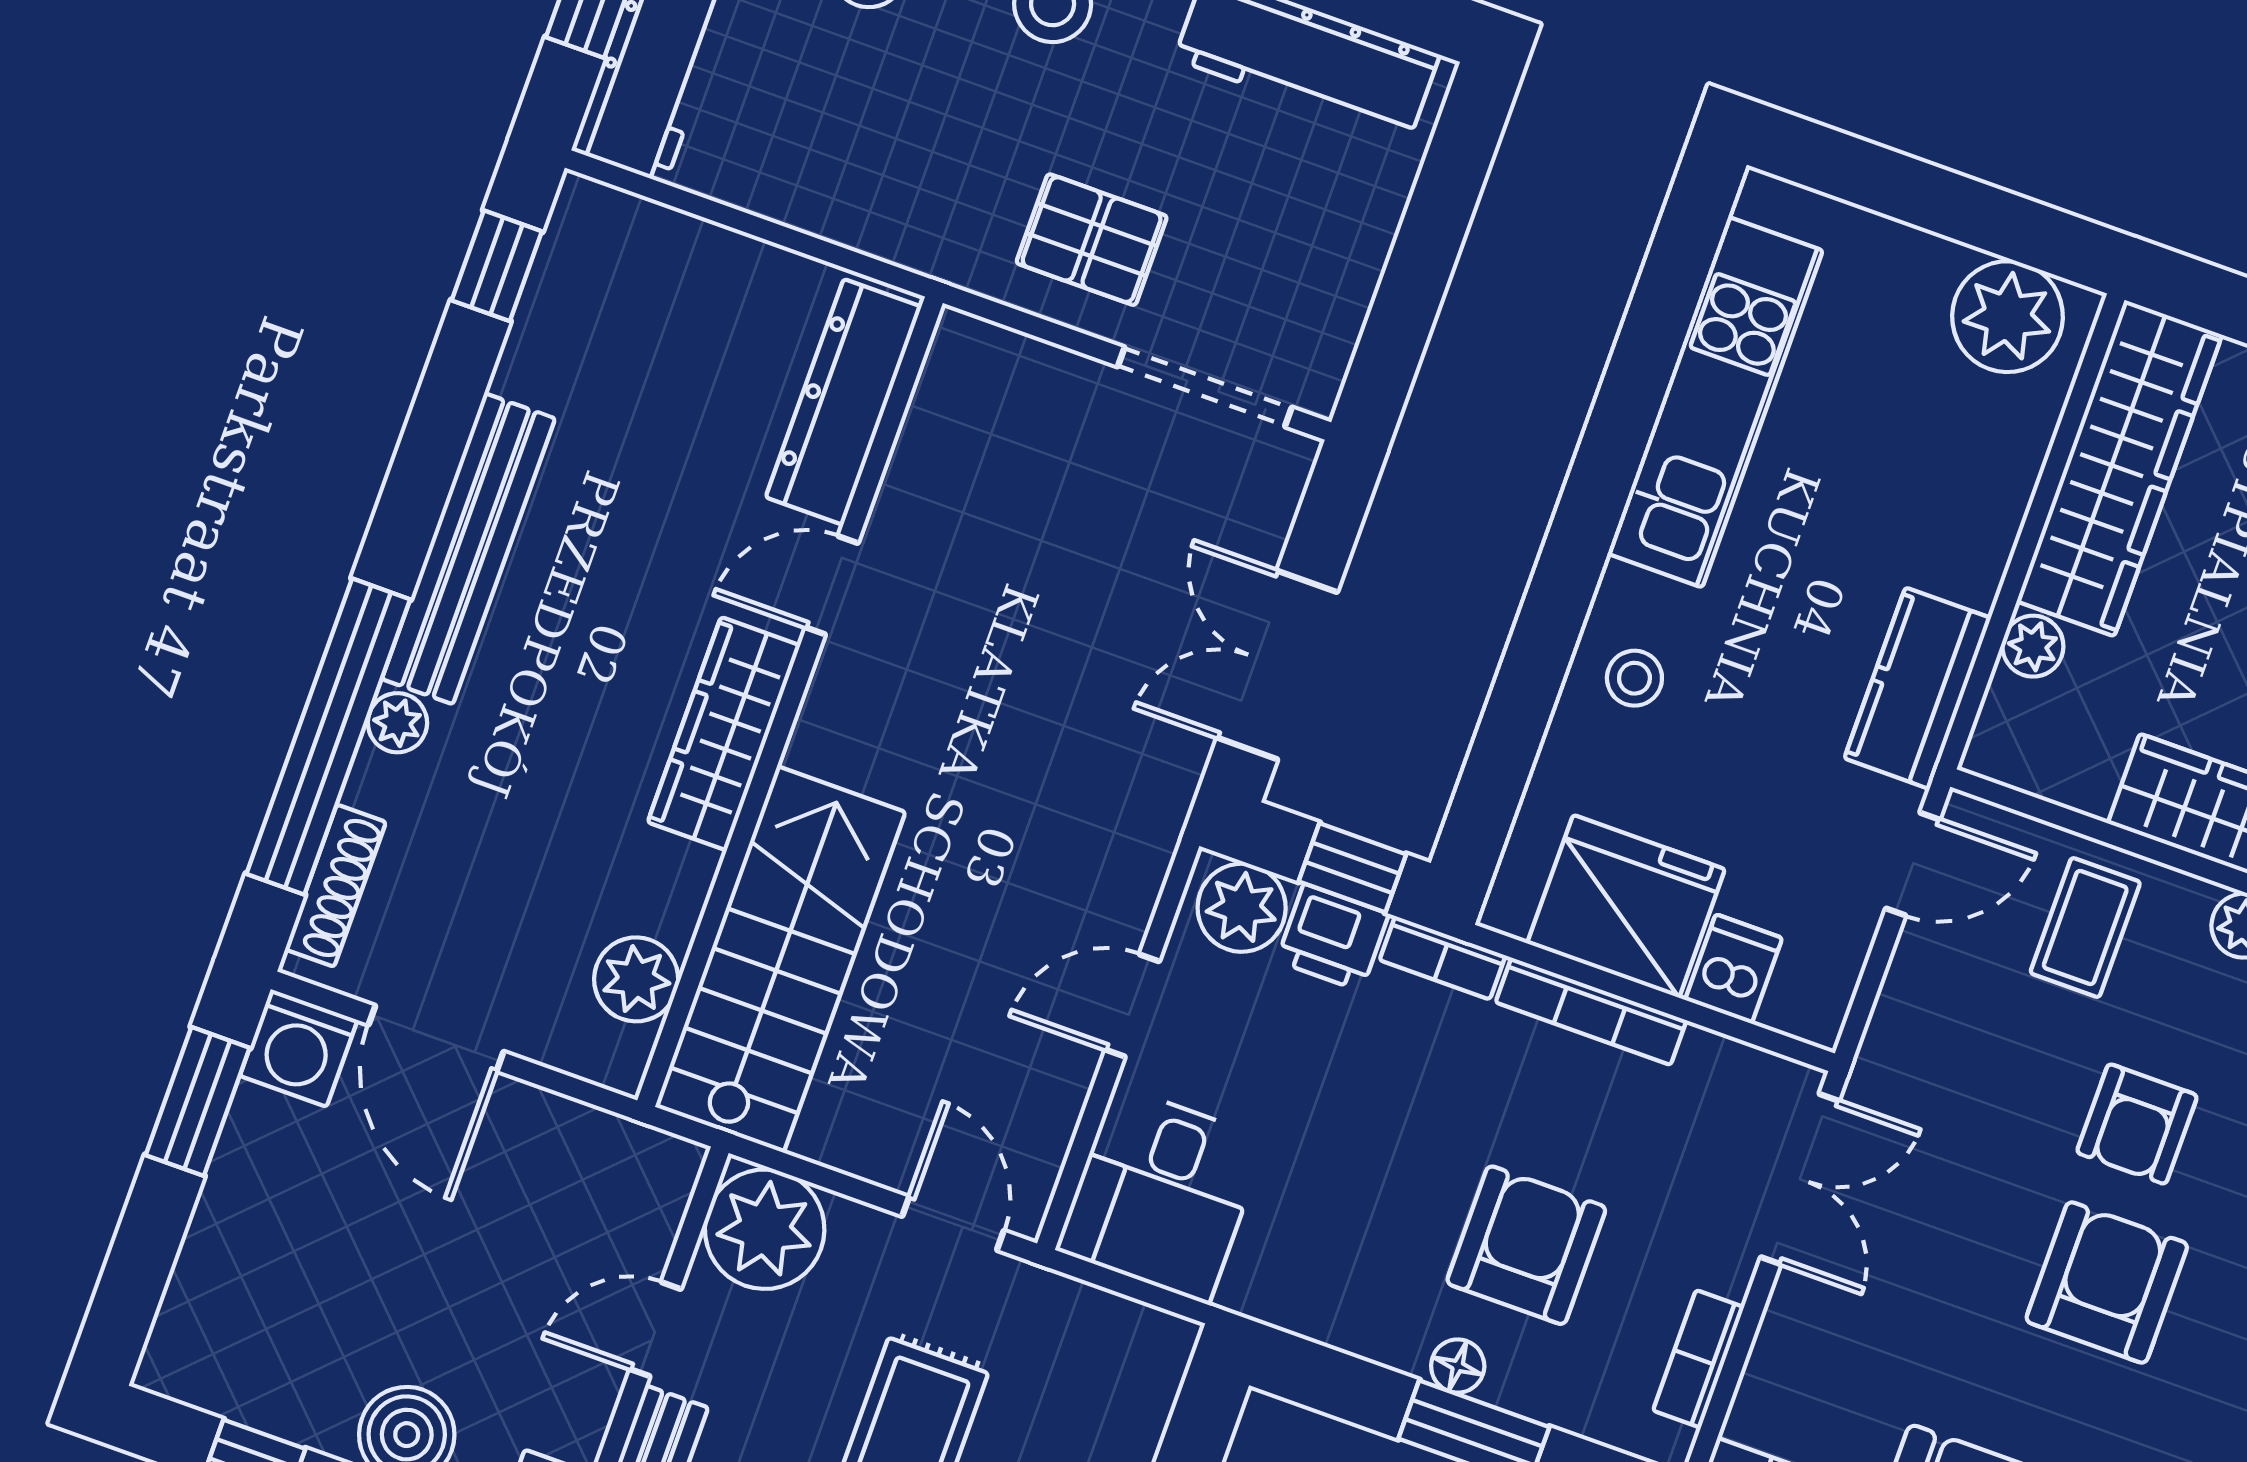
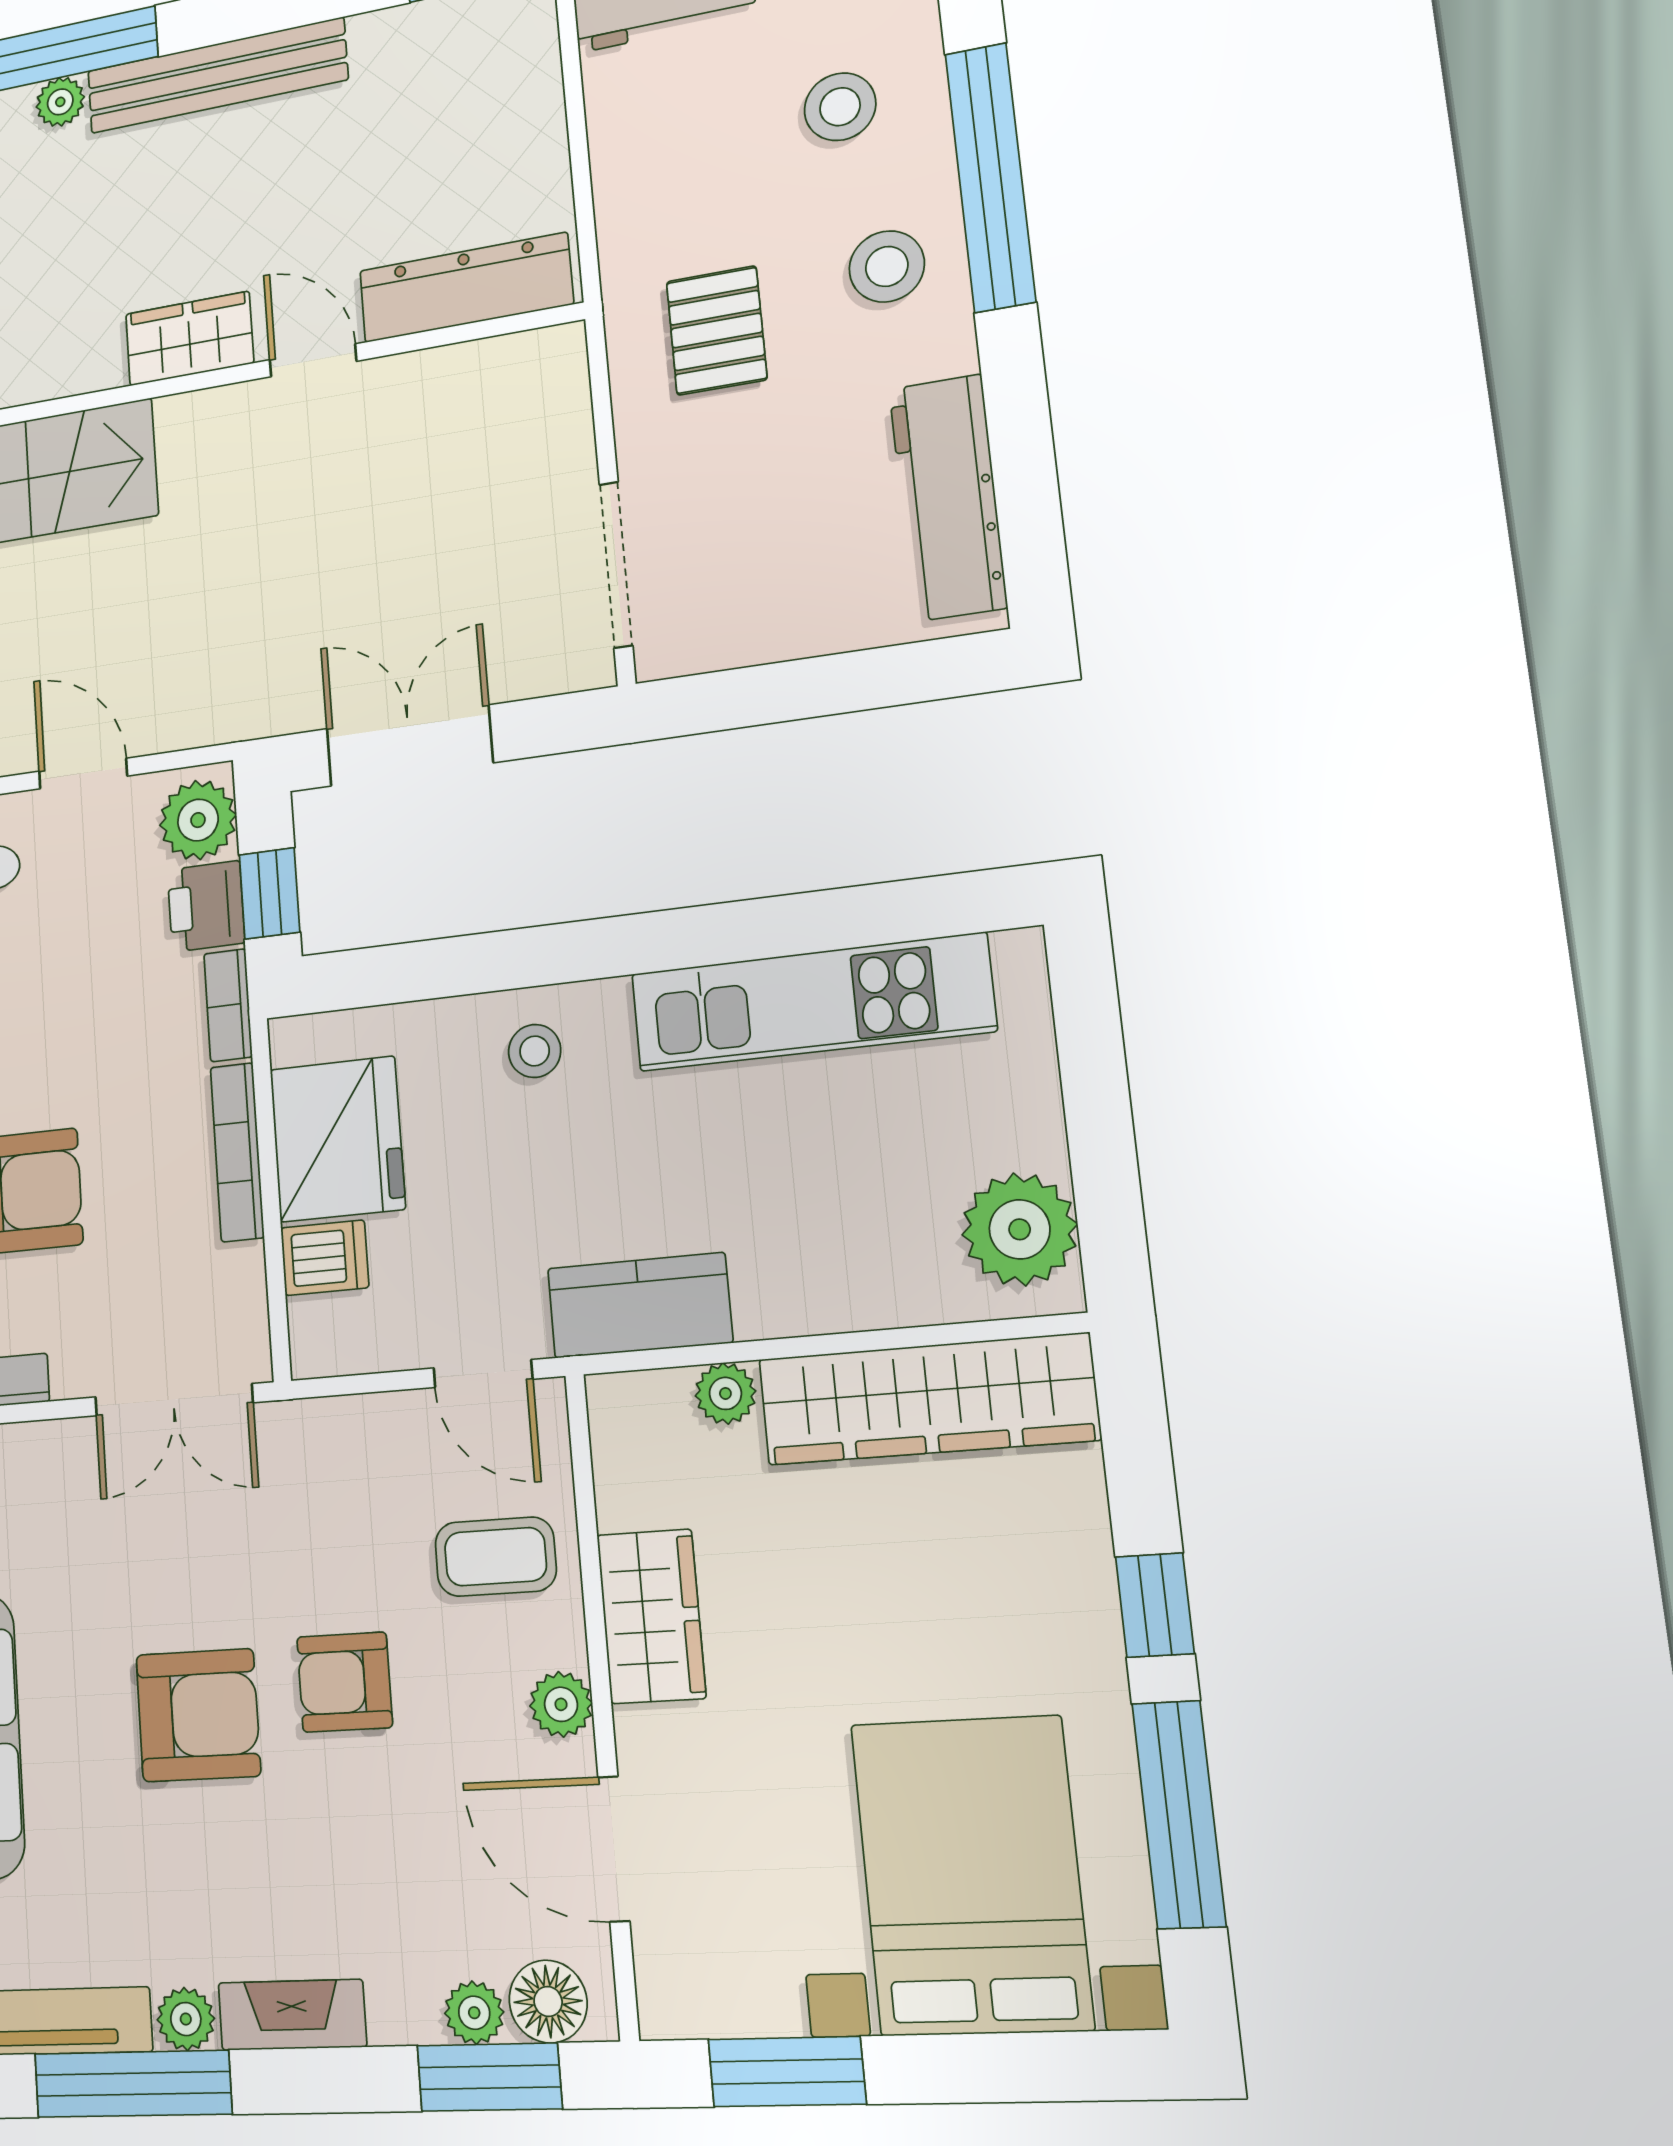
pallet: (1092, 240) -> (717, 331), moved
wardrobe: (724, 734) -> (190, 339), width x0.67

